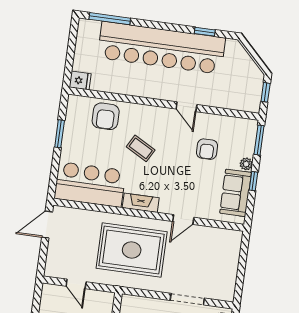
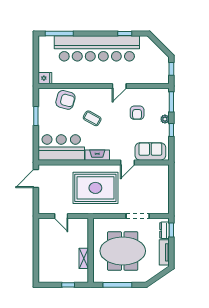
door: (186, 107) -> (119, 86), hinge flipped
armchair: (106, 116) -> (65, 100), turned -75
sofa: (236, 193) -> (150, 151), moved, turned 90

